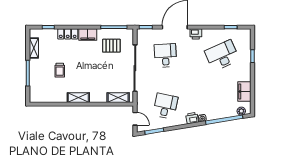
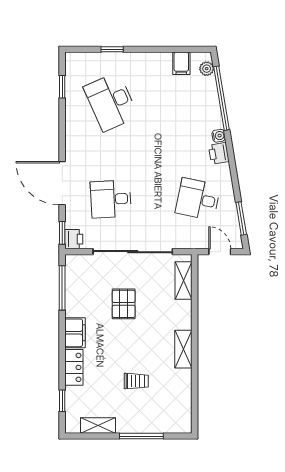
printer: (196, 34) -> (74, 239), moved
pallet: (111, 46) -> (124, 304), moved
filing cabinet: (244, 91) -> (181, 63), width x0.50
door: (135, 119) -> (220, 252), hinge flipped

